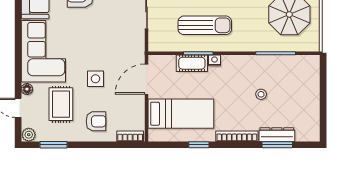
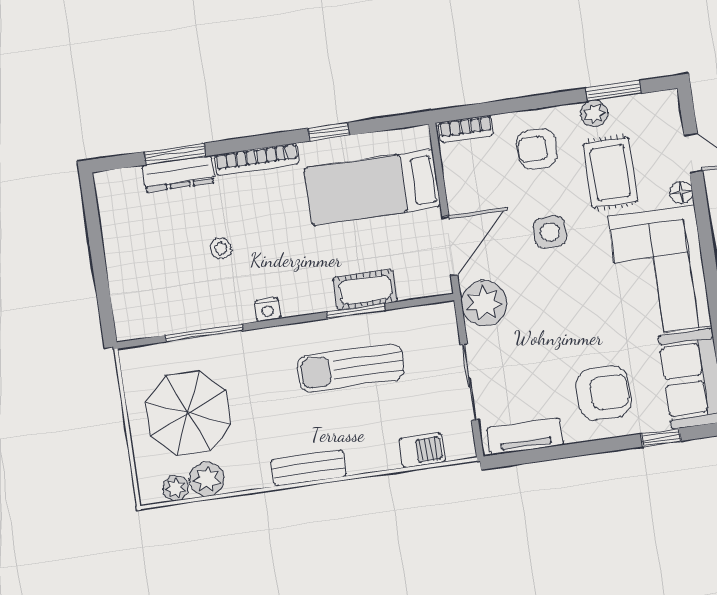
plant: (133, 48) -> (484, 303), added
nightstand: (215, 60) -> (268, 309), moved
plant: (29, 135) -> (594, 114), moved

